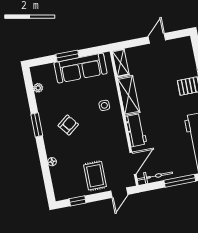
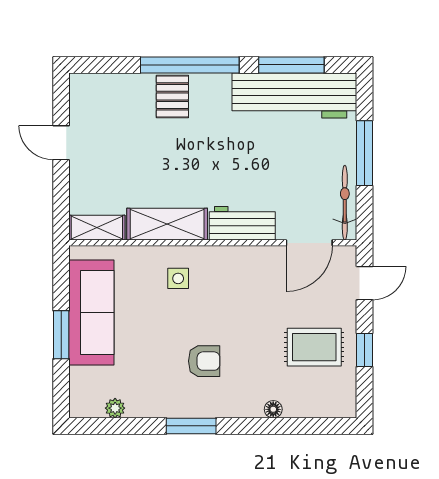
armchair: (68, 125) -> (204, 361), turned 128
door: (133, 163) -> (309, 243), swing flipped
rug: (95, 176) -> (314, 347), moved
door: (119, 193) -> (365, 283), hinge flipped
window: (78, 201) -> (365, 350), moved

